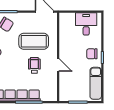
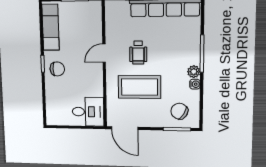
desk: (86, 24) -> (88, 112), moved, turned -90
door: (58, 65) -> (104, 53), hinge flipped

